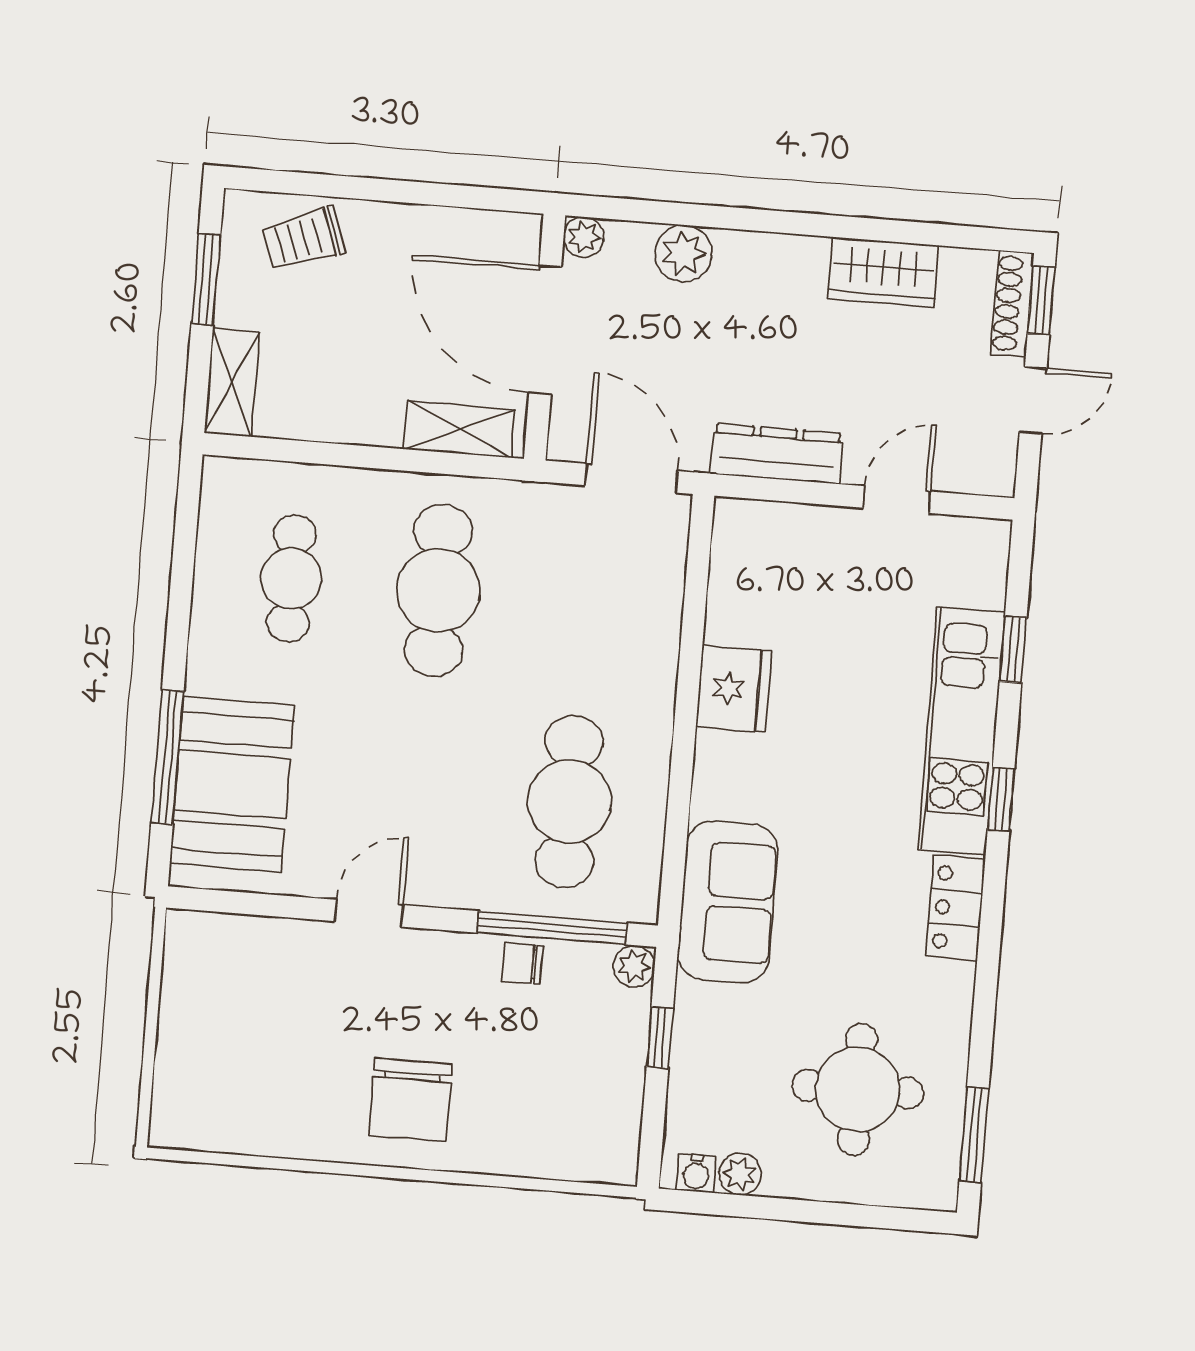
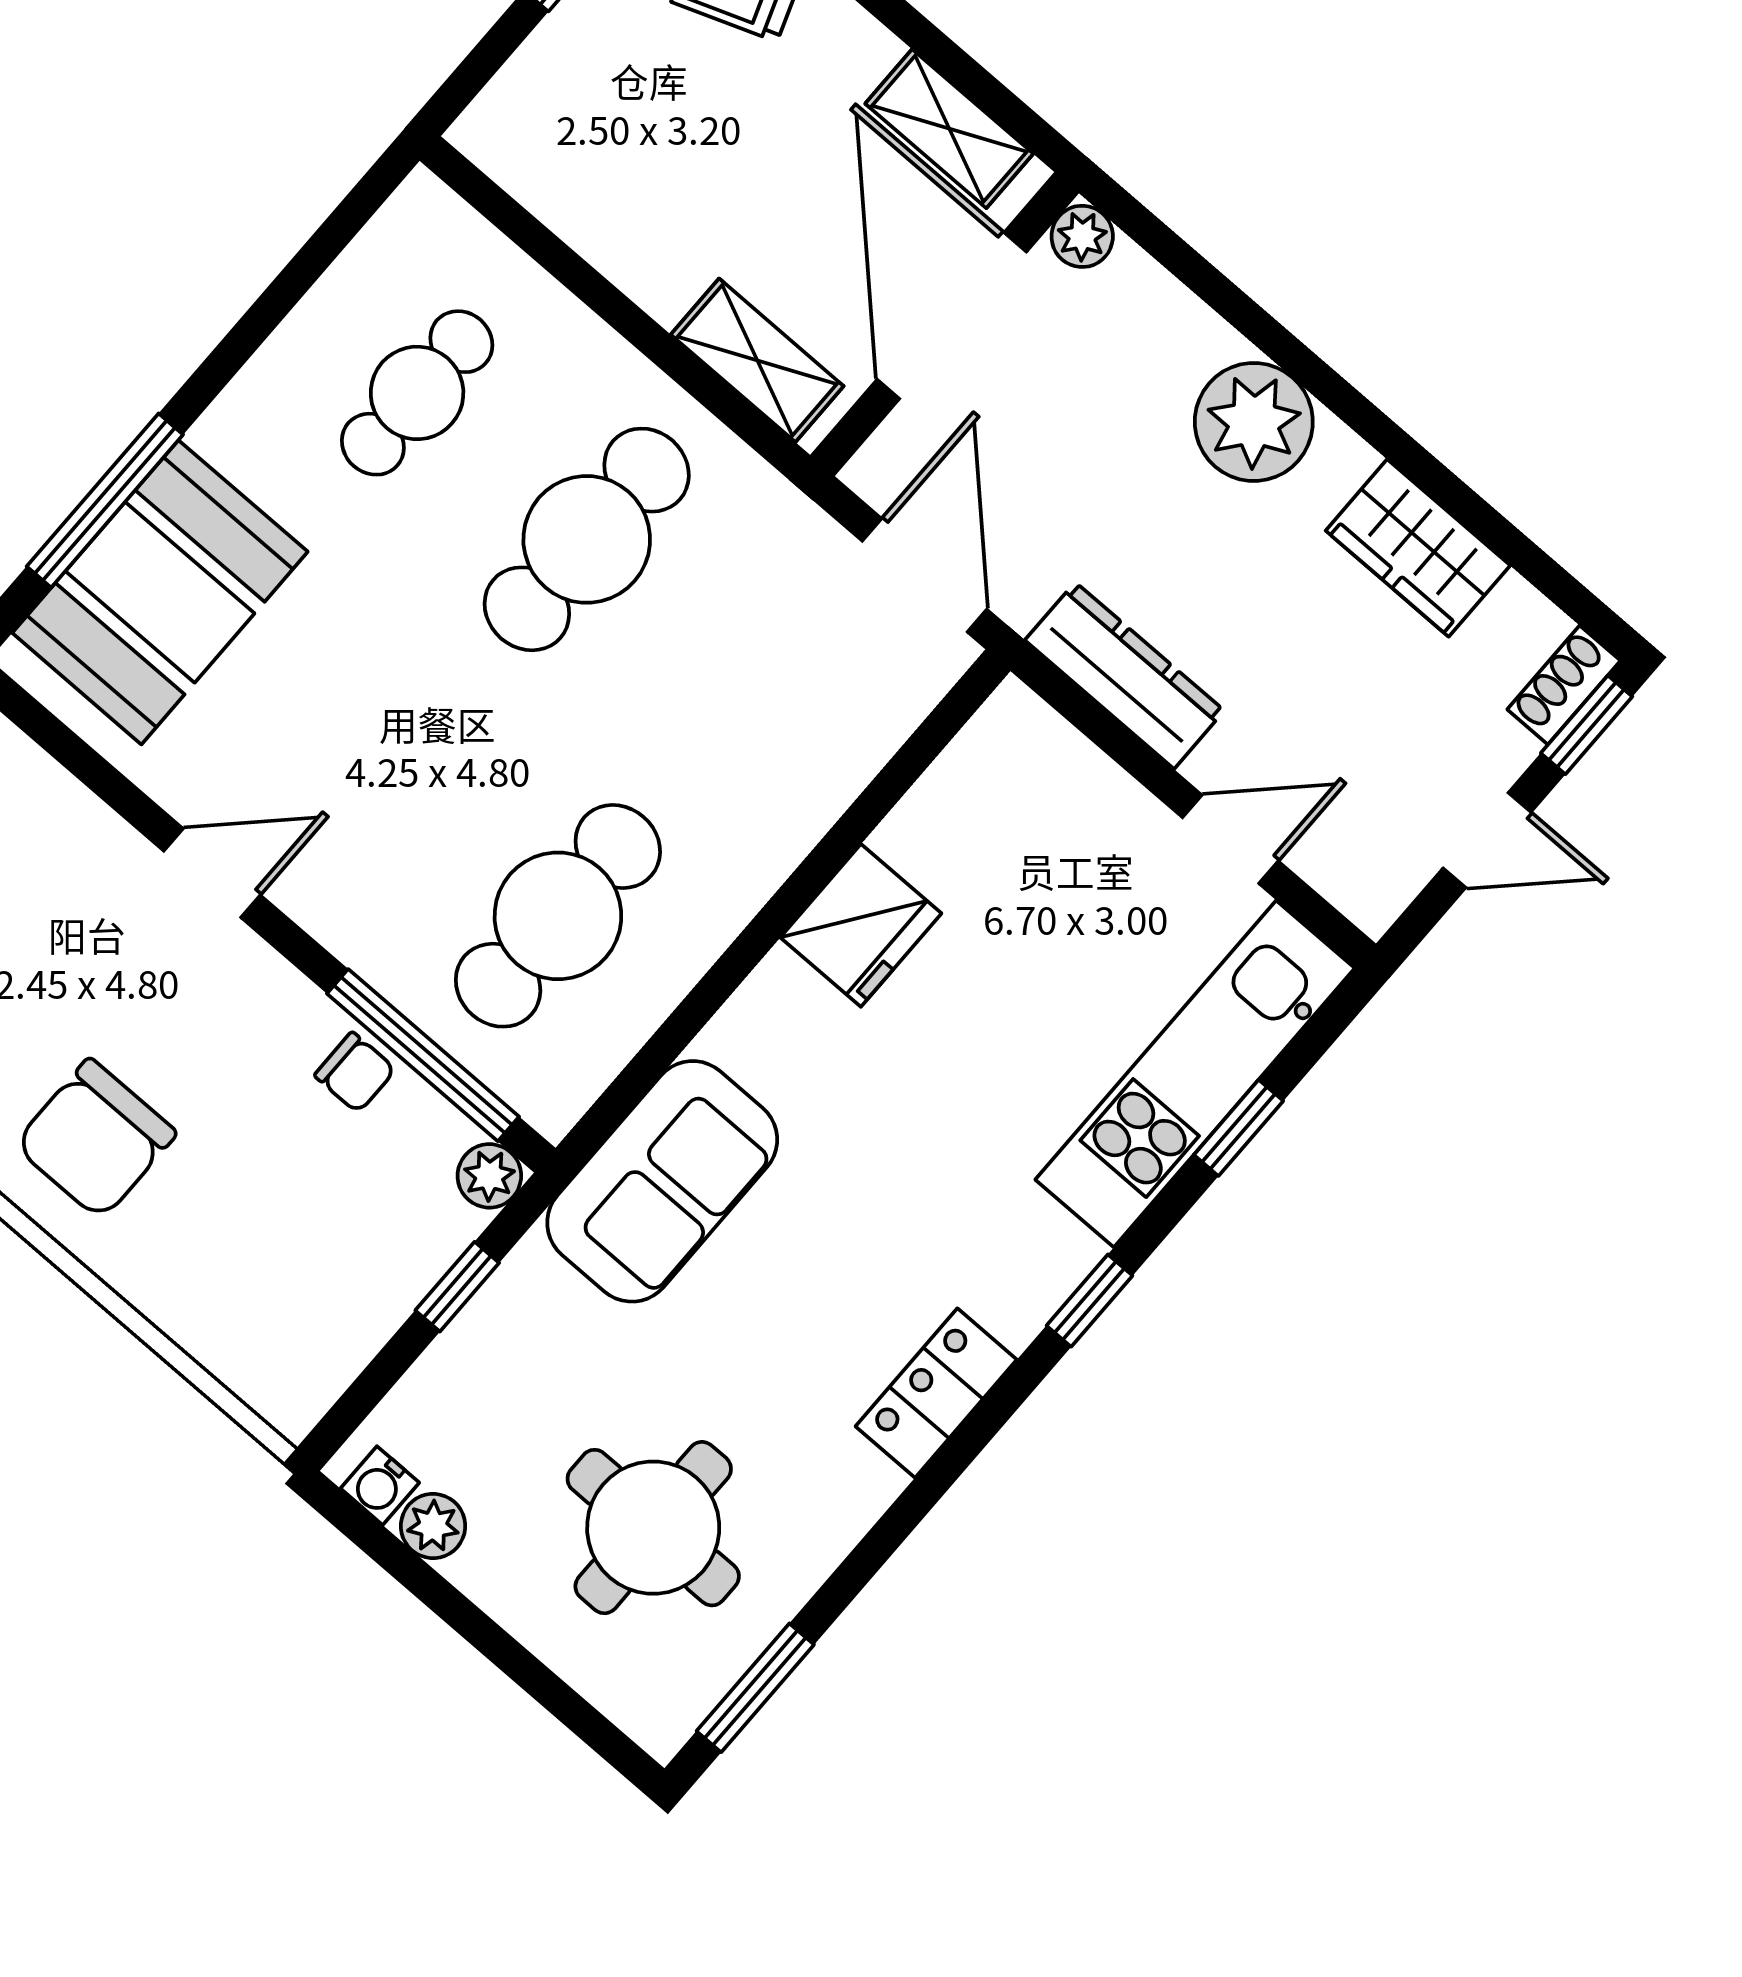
plant: (684, 253) -> (1254, 422), moved, width x1.36, depth x1.36
shoe rack: (1012, 304) -> (1564, 685), width x0.70
shelving: (232, 383) -> (949, 129), moved, turned 90
kitchen unit: (961, 731) -> (1195, 1074), moved
chair: (522, 963) -> (355, 1072), turned 180

